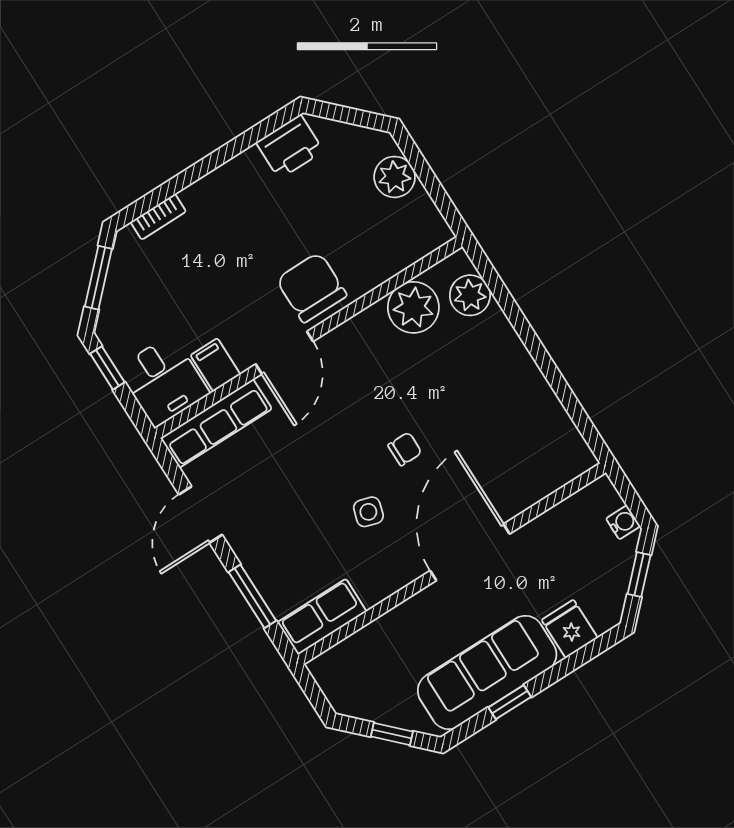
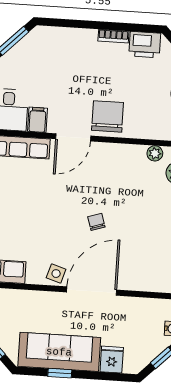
bookcase: (158, 217) -> (113, 36), moved
plant: (413, 307) -> (155, 153), width x0.53, depth x0.53
chair: (405, 449) -> (96, 222), turned -108
side table: (368, 512) -> (56, 274), moved

